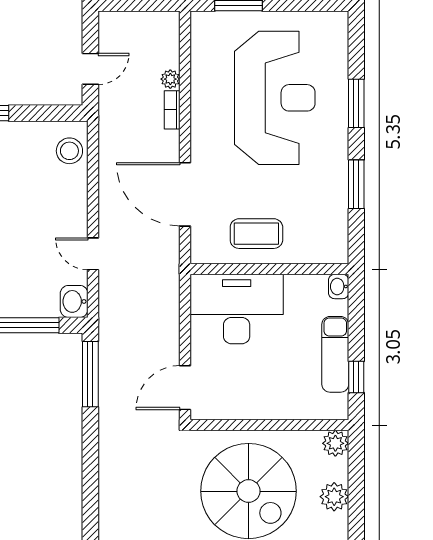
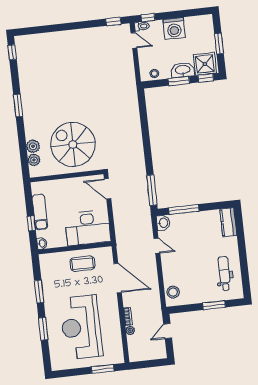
window: (356, 377) -> (31, 223), moved
door: (185, 388) -> (108, 189), swing flipped
plant: (335, 443) -> (34, 160), moved

